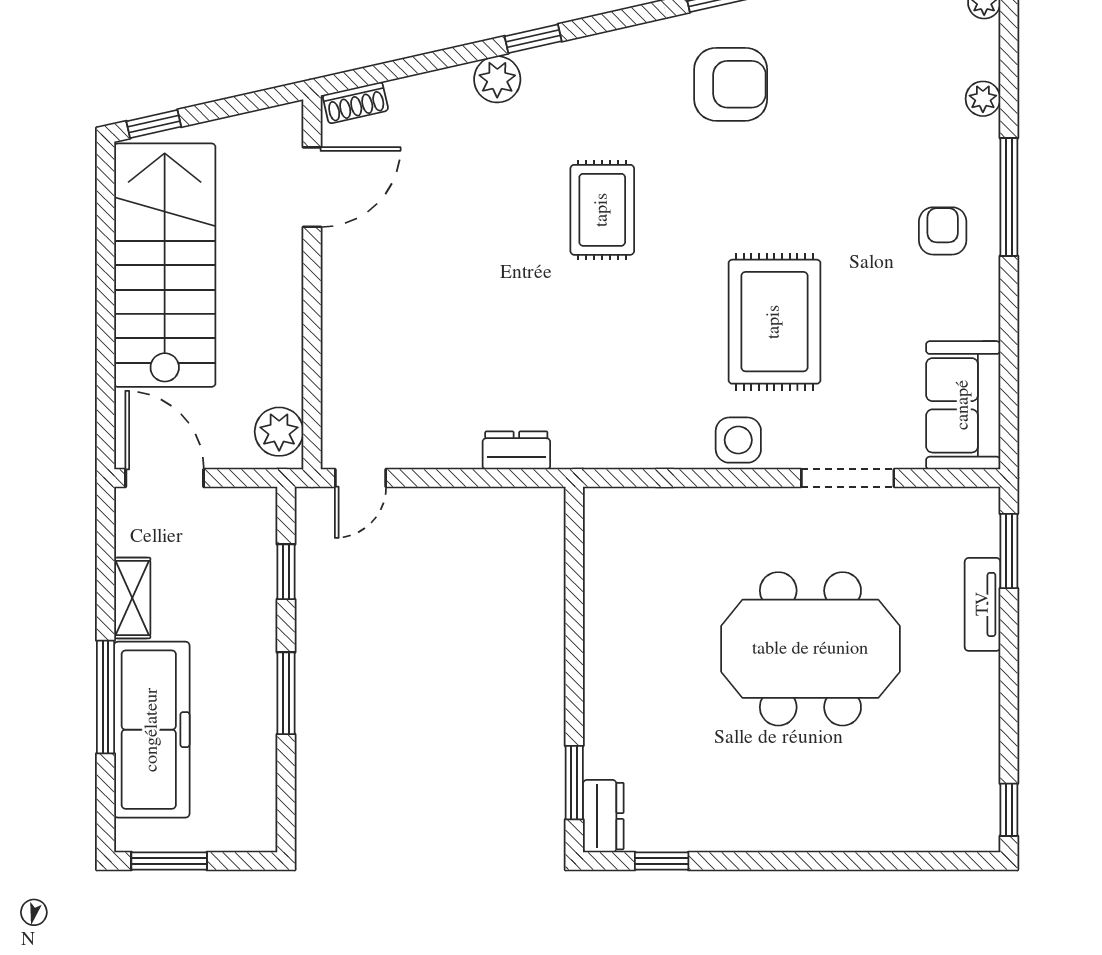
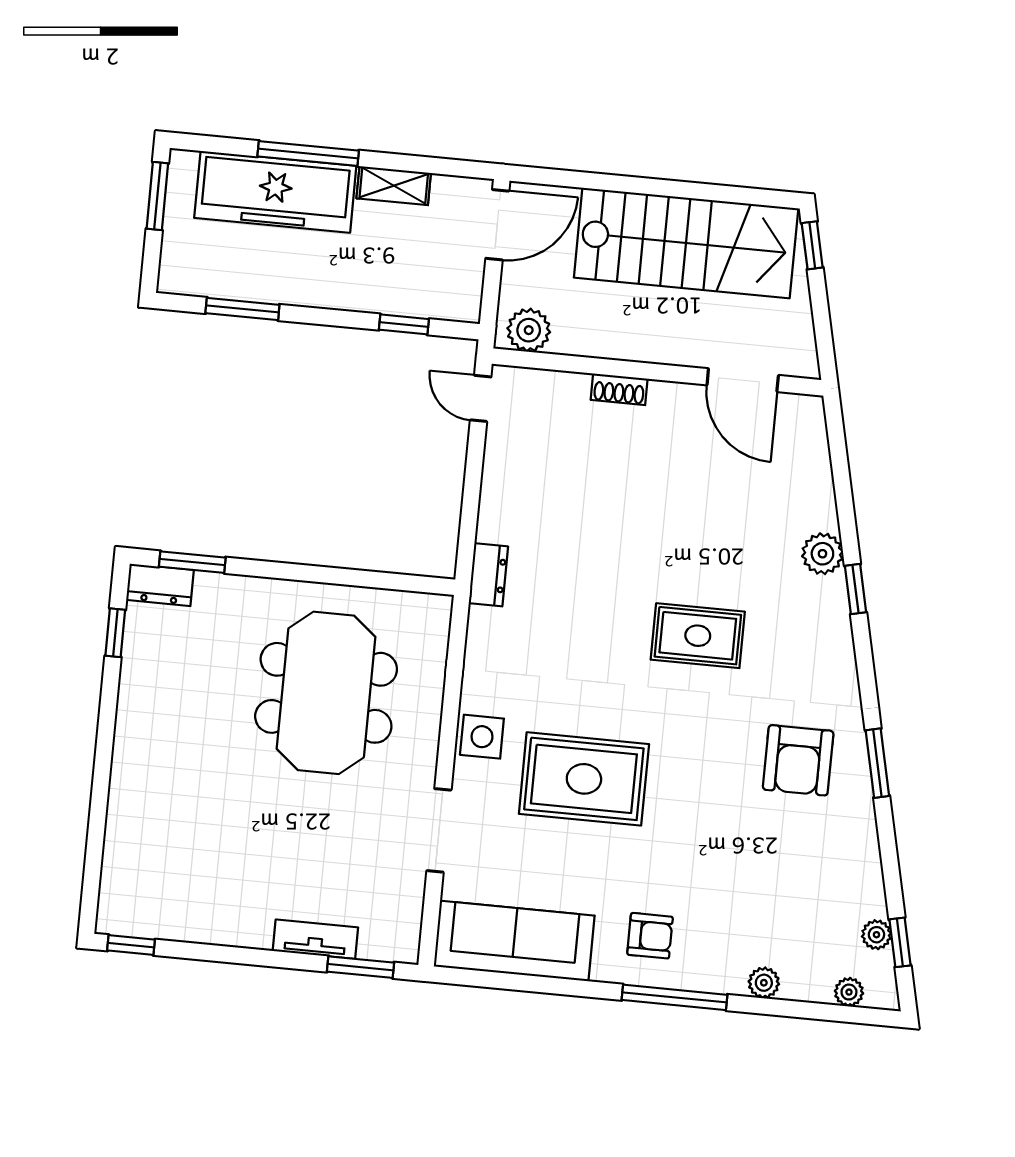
shoe rack: (355, 103) -> (619, 389), moved, turned -77
sofa: (963, 405) -> (514, 941), width x1.36
dresser: (516, 450) -> (488, 575), moved
meeting table: (810, 649) -> (326, 693), moved
window: (286, 693) -> (242, 309), moved

